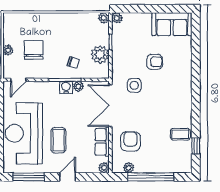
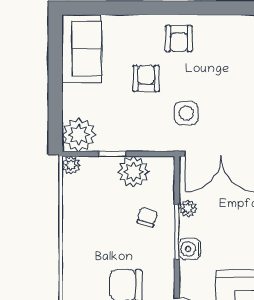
plant: (117, 18) -> (79, 135), width x1.88, depth x1.88
armchair: (178, 81) -> (179, 39), added
water cooler: (66, 87) -> (190, 249), moved

